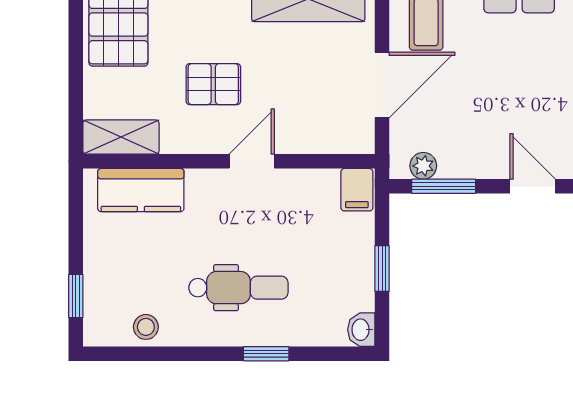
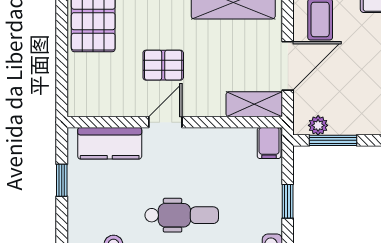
shelving: (121, 137) -> (254, 104), moved
door: (252, 161) -> (165, 122), moved
window: (76, 296) -> (62, 180), moved

